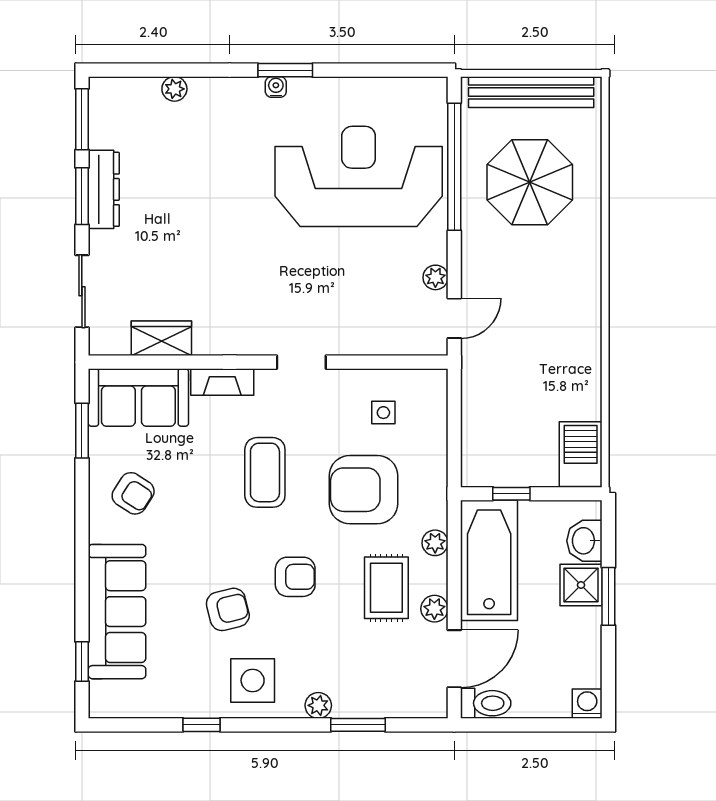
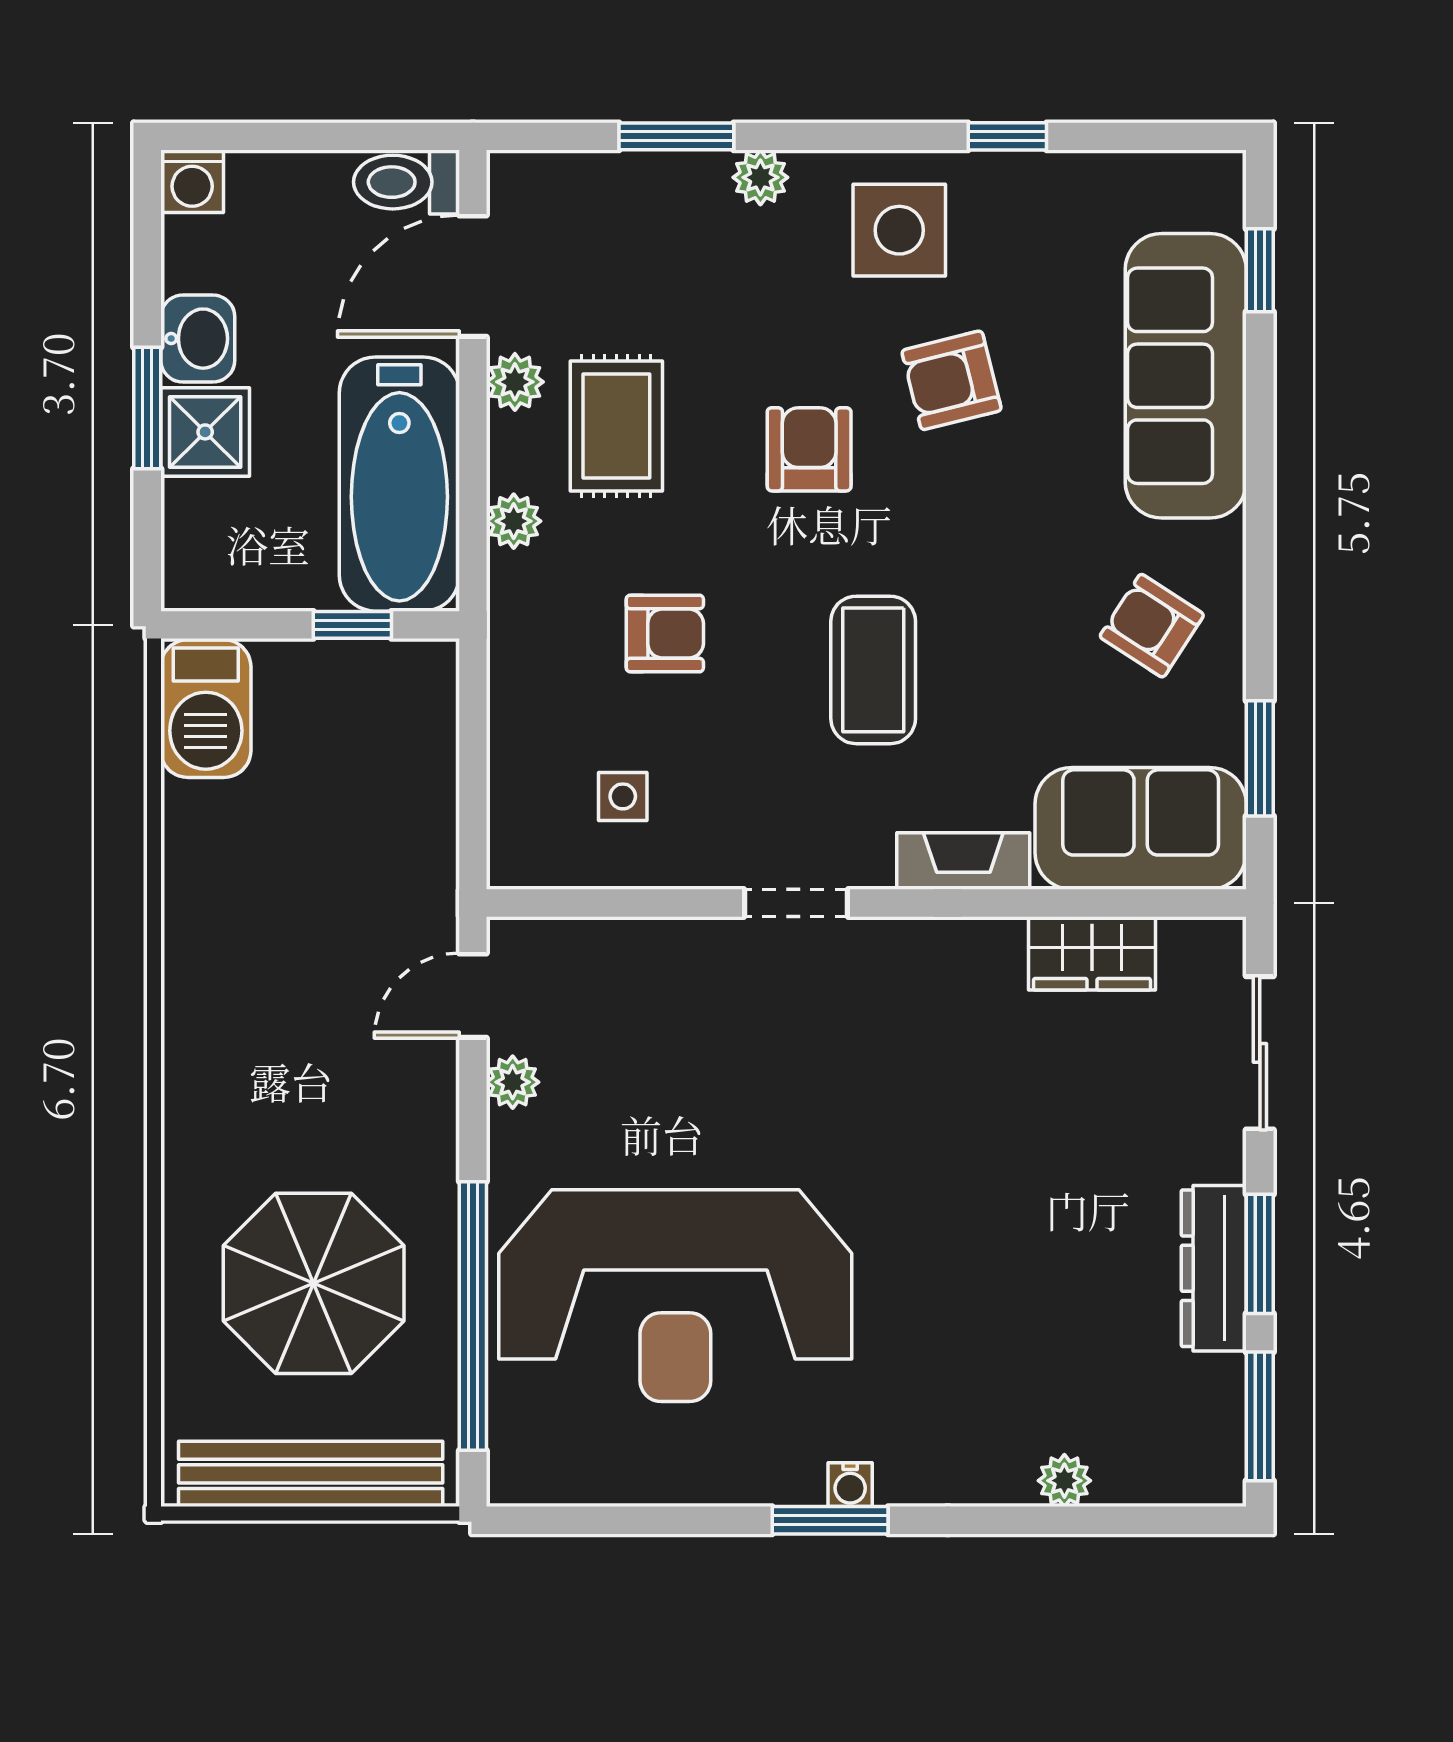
armchair: (364, 490) -> (665, 634), width x0.53, depth x0.53
washbasin: (584, 541) -> (198, 339), moved
armchair: (295, 577) -> (809, 449), turned 90

